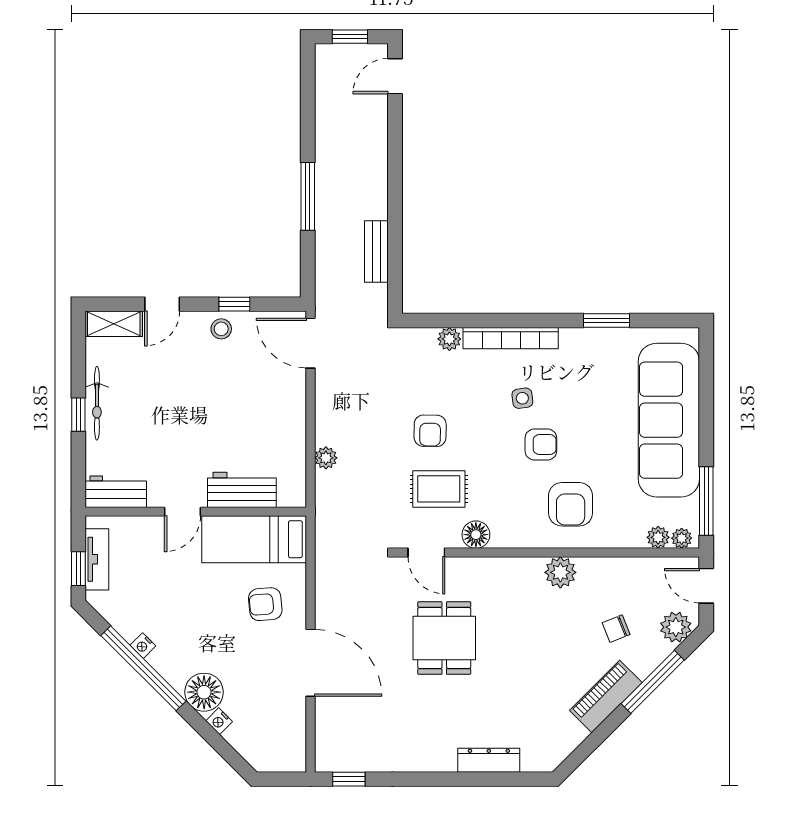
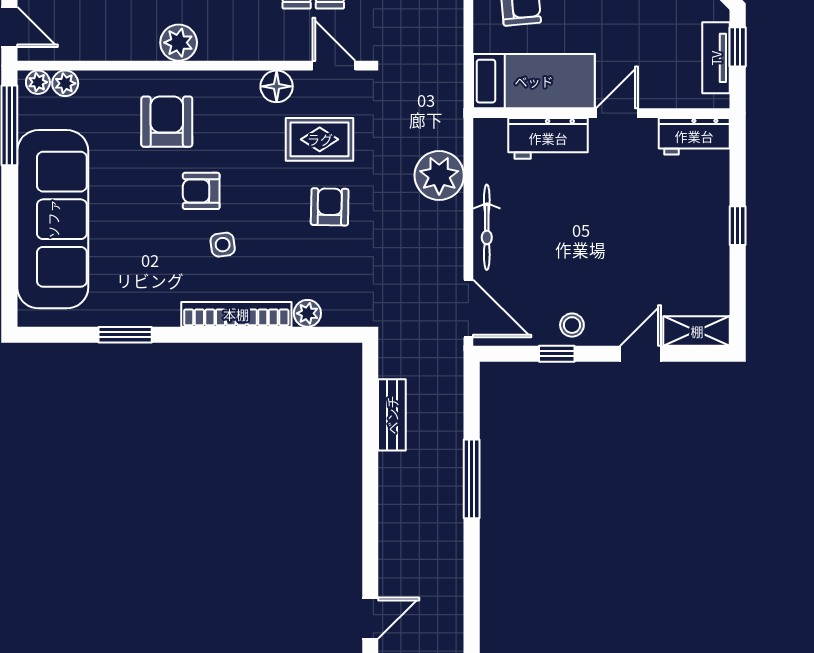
bicycle: (97, 403) -> (487, 227), moved, turned 180
plant: (326, 458) -> (439, 175), width x1.88, depth x1.88

